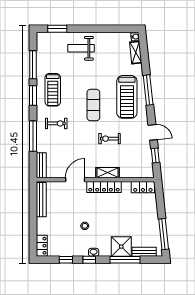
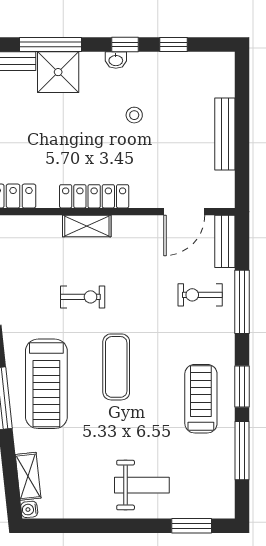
treadmill: (127, 97) -> (46, 384), turned 180
exercise bike: (56, 123) -> (200, 295), moved
door: (75, 180) -> (184, 212), moved
bench: (41, 200) -> (225, 134), moved
locker: (42, 246) -> (224, 74), removed

